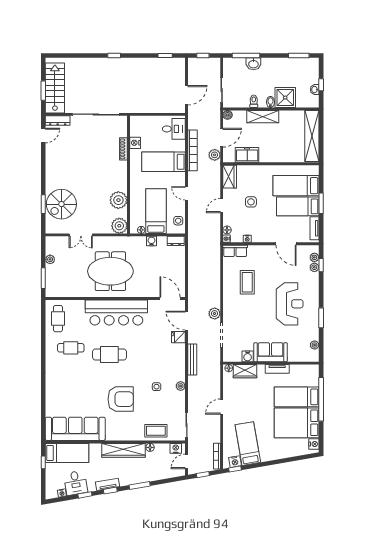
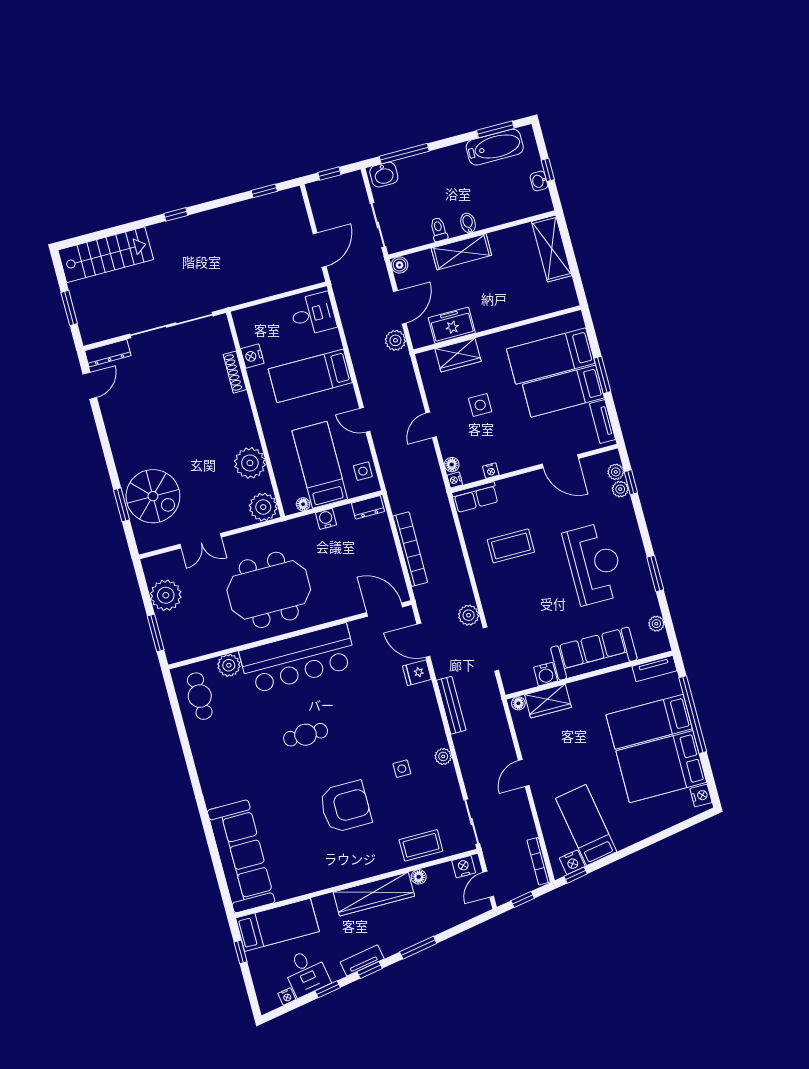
washbasin: (253, 64) -> (384, 175), moved
bathtub: (296, 65) -> (495, 147), added
stairs: (55, 88) -> (106, 255), moved, turned 90
shower: (285, 98) -> (492, 208), removed
shelving: (312, 136) -> (552, 249), width x0.68
bookcase: (193, 150) -> (410, 549), moved
wardrobe: (230, 177) -> (458, 355), moved, turned 90
spiral stairs: (61, 204) -> (153, 496), turned -90
plant: (50, 259) -> (166, 595), width x1.87, depth x1.87
coffee table: (247, 282) -> (511, 546), turned 90
plant: (78, 306) -> (229, 665), added
cafe table: (71, 348) -> (235, 741), removed
sofa: (271, 352) -> (594, 654), width x1.36
cafe table: (109, 355) -> (306, 735), width x0.73, depth x0.74
tv unit: (277, 369) -> (655, 669), moved
sofa: (75, 429) -> (241, 856), moved, turned 90

